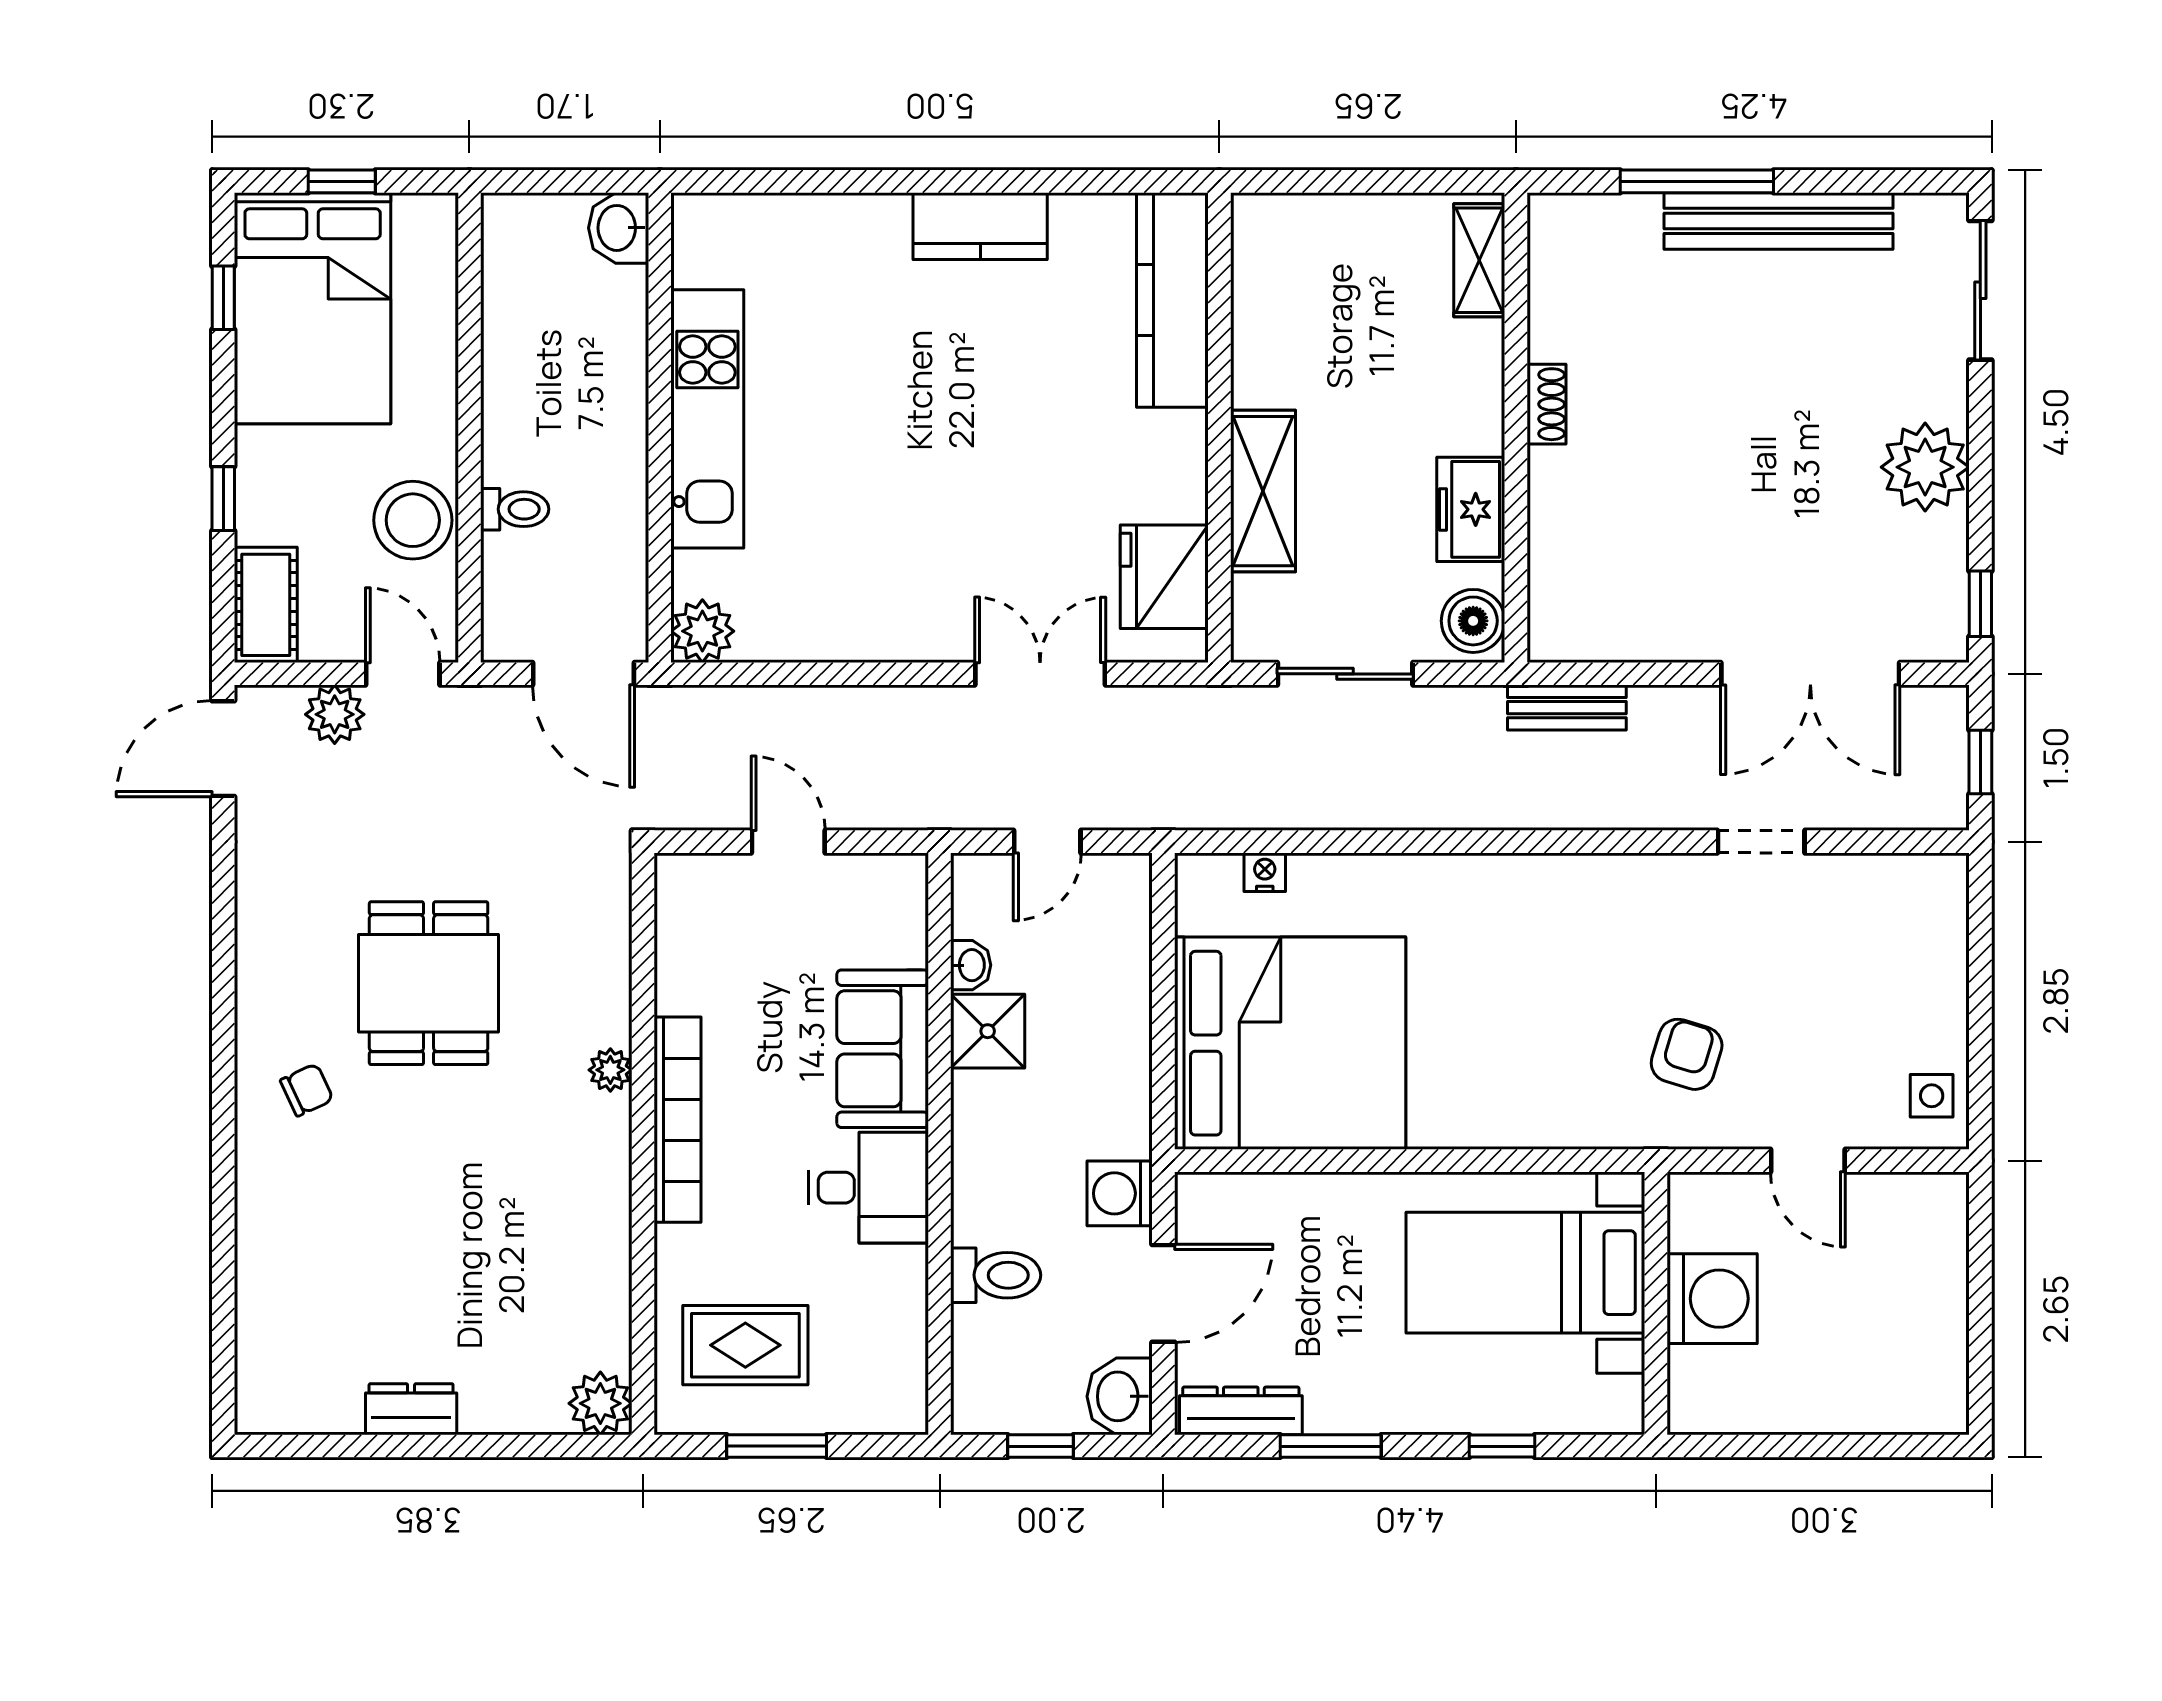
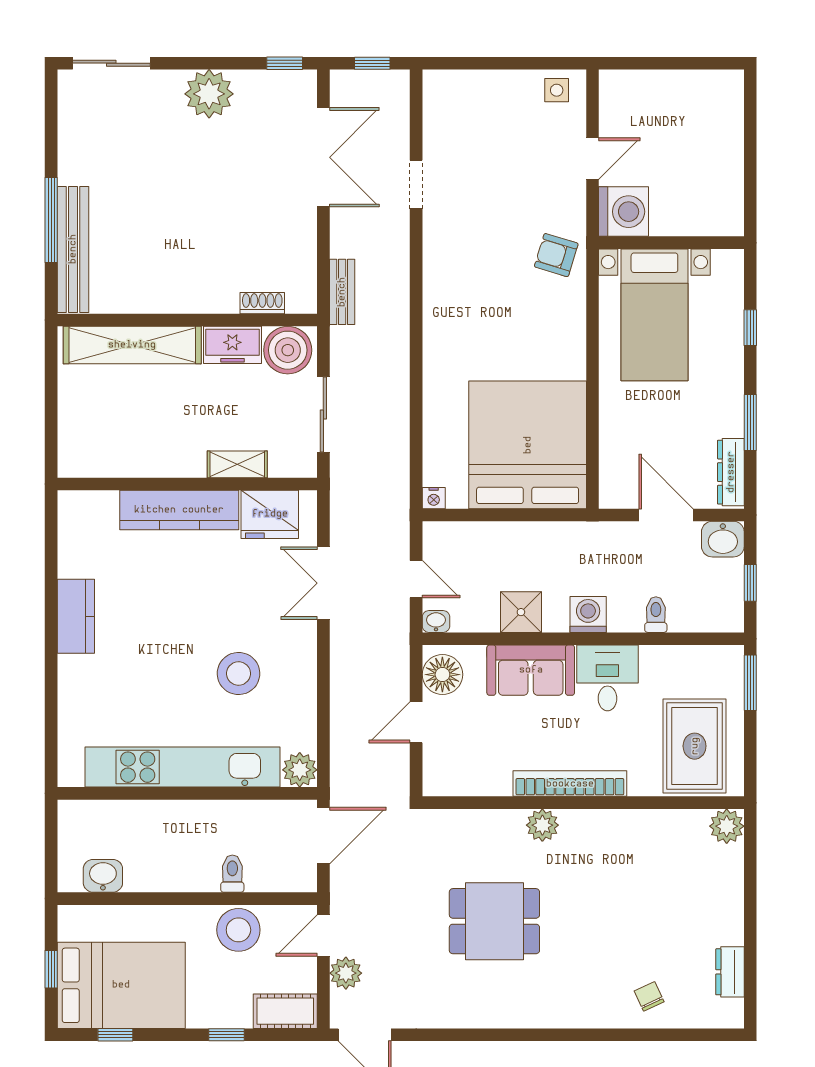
bench: (1778, 221) -> (73, 249), moved
washbasin: (619, 228) -> (103, 876), moved, turned 180
shelving: (1479, 260) -> (132, 345), width x2.20, depth x1.33
kitchen counter: (1172, 300) -> (179, 510), moved
shoe rack: (1547, 404) -> (262, 303), moved
kitchen unit: (707, 419) -> (182, 767), width x1.36
shelving: (1263, 491) -> (237, 464), width x0.67, depth x0.75
stool: (877, 520) -> (239, 673), added
boiler: (1473, 621) -> (288, 350), width x1.37, depth x1.37
nightstand: (1265, 872) -> (434, 498), moved, turned -90
floor lamp: (875, 889) -> (442, 675), added
washbasin: (971, 965) -> (436, 621), moved
armchair: (1687, 1054) -> (556, 255), moved
plant: (610, 1070) -> (542, 825), width x1.38, depth x1.38
chair: (307, 1090) -> (649, 996), moved
washing machine: (1120, 1193) -> (588, 614), moved, turned 180
toilet: (996, 1275) -> (656, 615), width x0.73, depth x0.72
washing machine: (1712, 1299) -> (624, 212), moved, turned 90
rug: (745, 1345) -> (695, 746), width x1.36, depth x1.43
dresser: (411, 1409) -> (730, 972), moved
window: (777, 1446) -> (750, 683), moved

